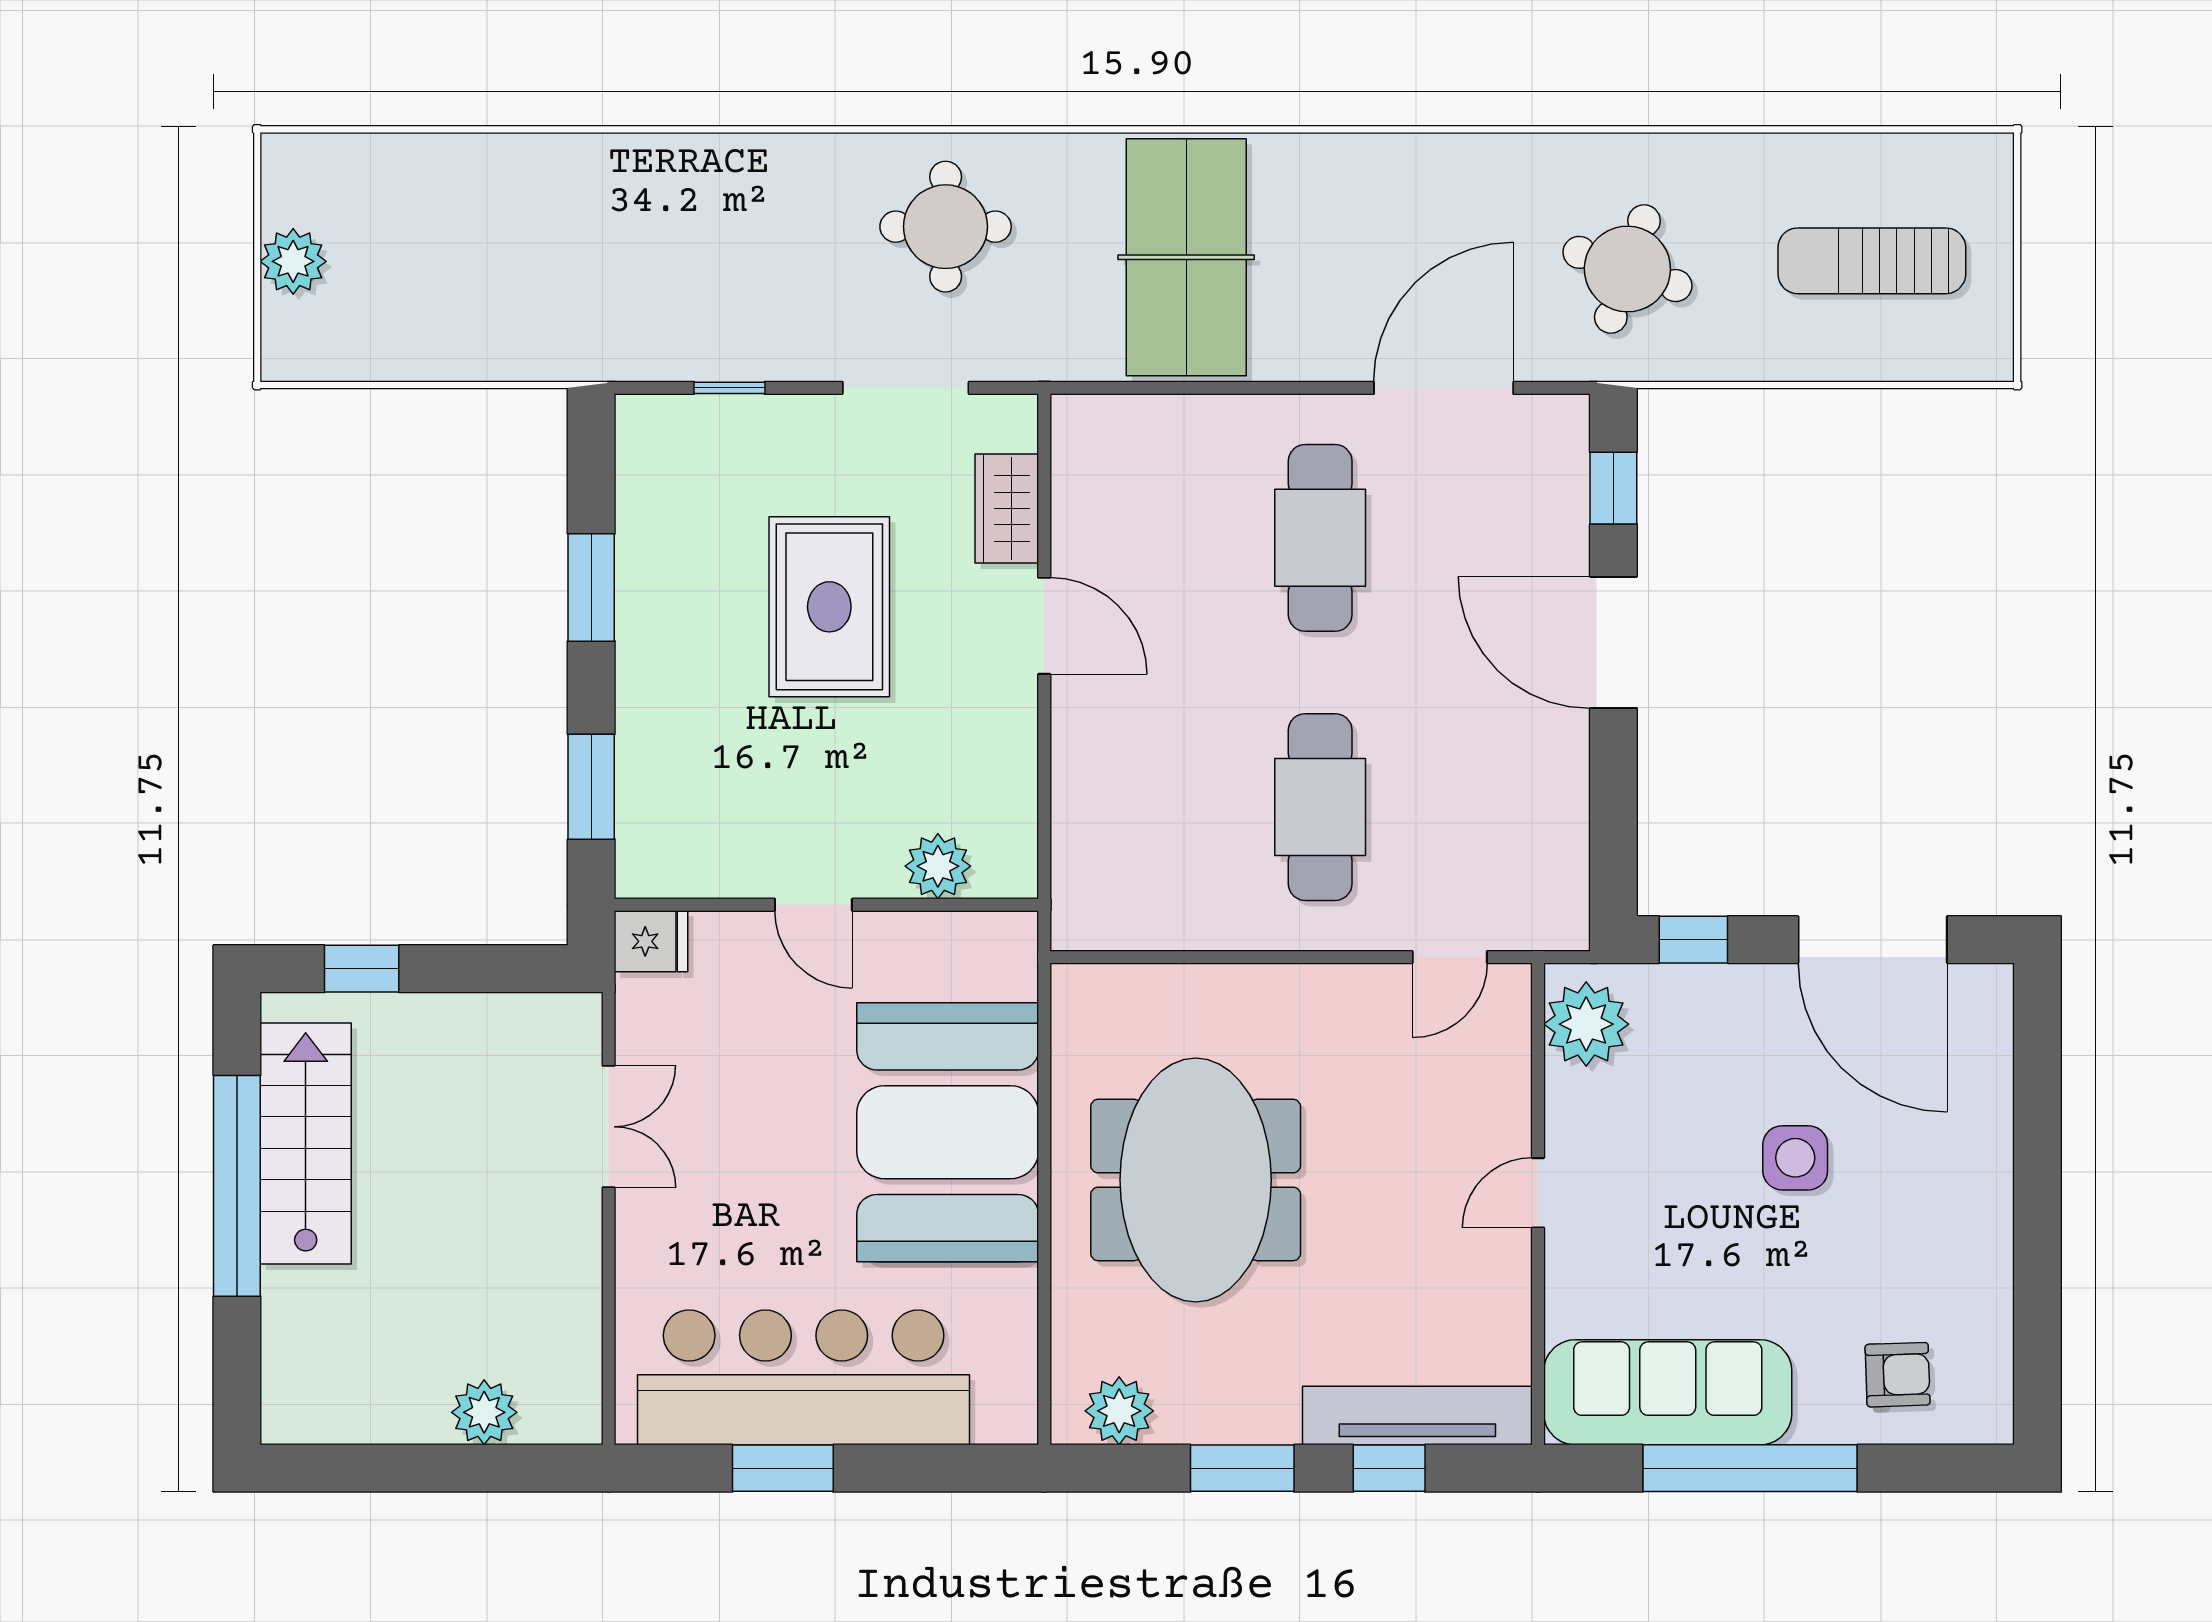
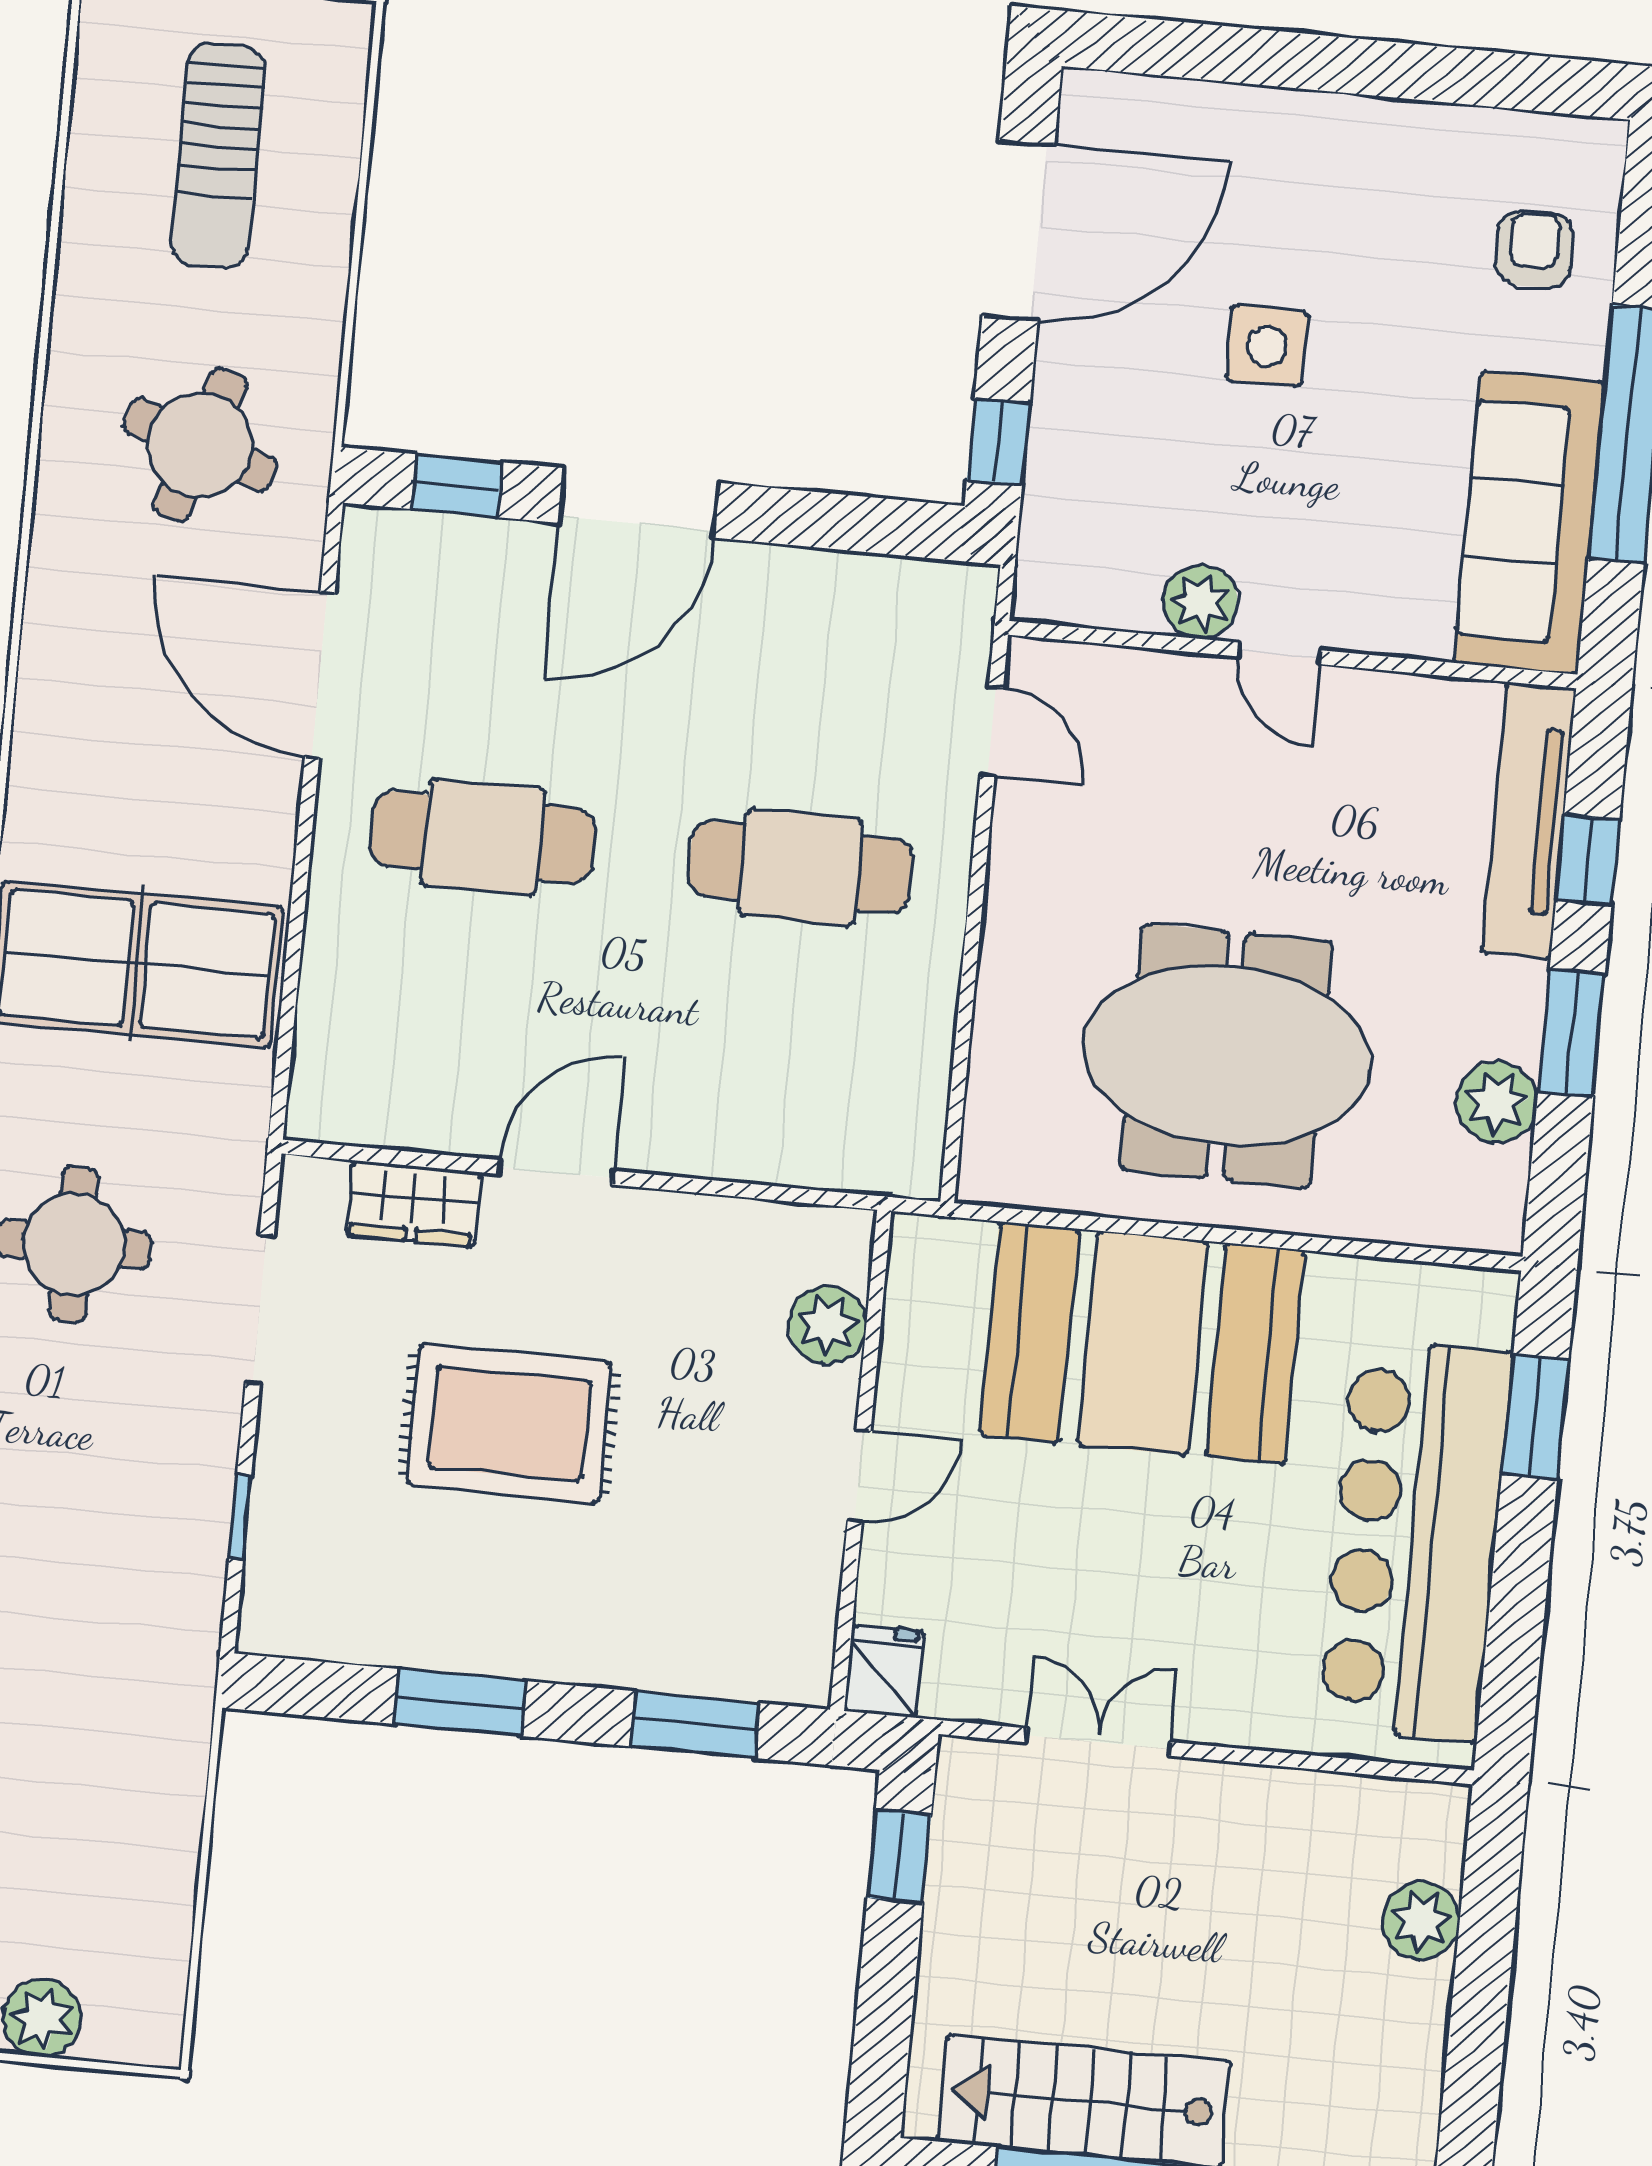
window: (362, 969) -> (899, 1856), moved
plant: (1586, 1024) -> (1201, 602), moved, width x0.73, depth x0.73
plant: (1119, 1411) -> (1497, 1102), moved
window: (783, 1468) -> (1535, 1417), moved

